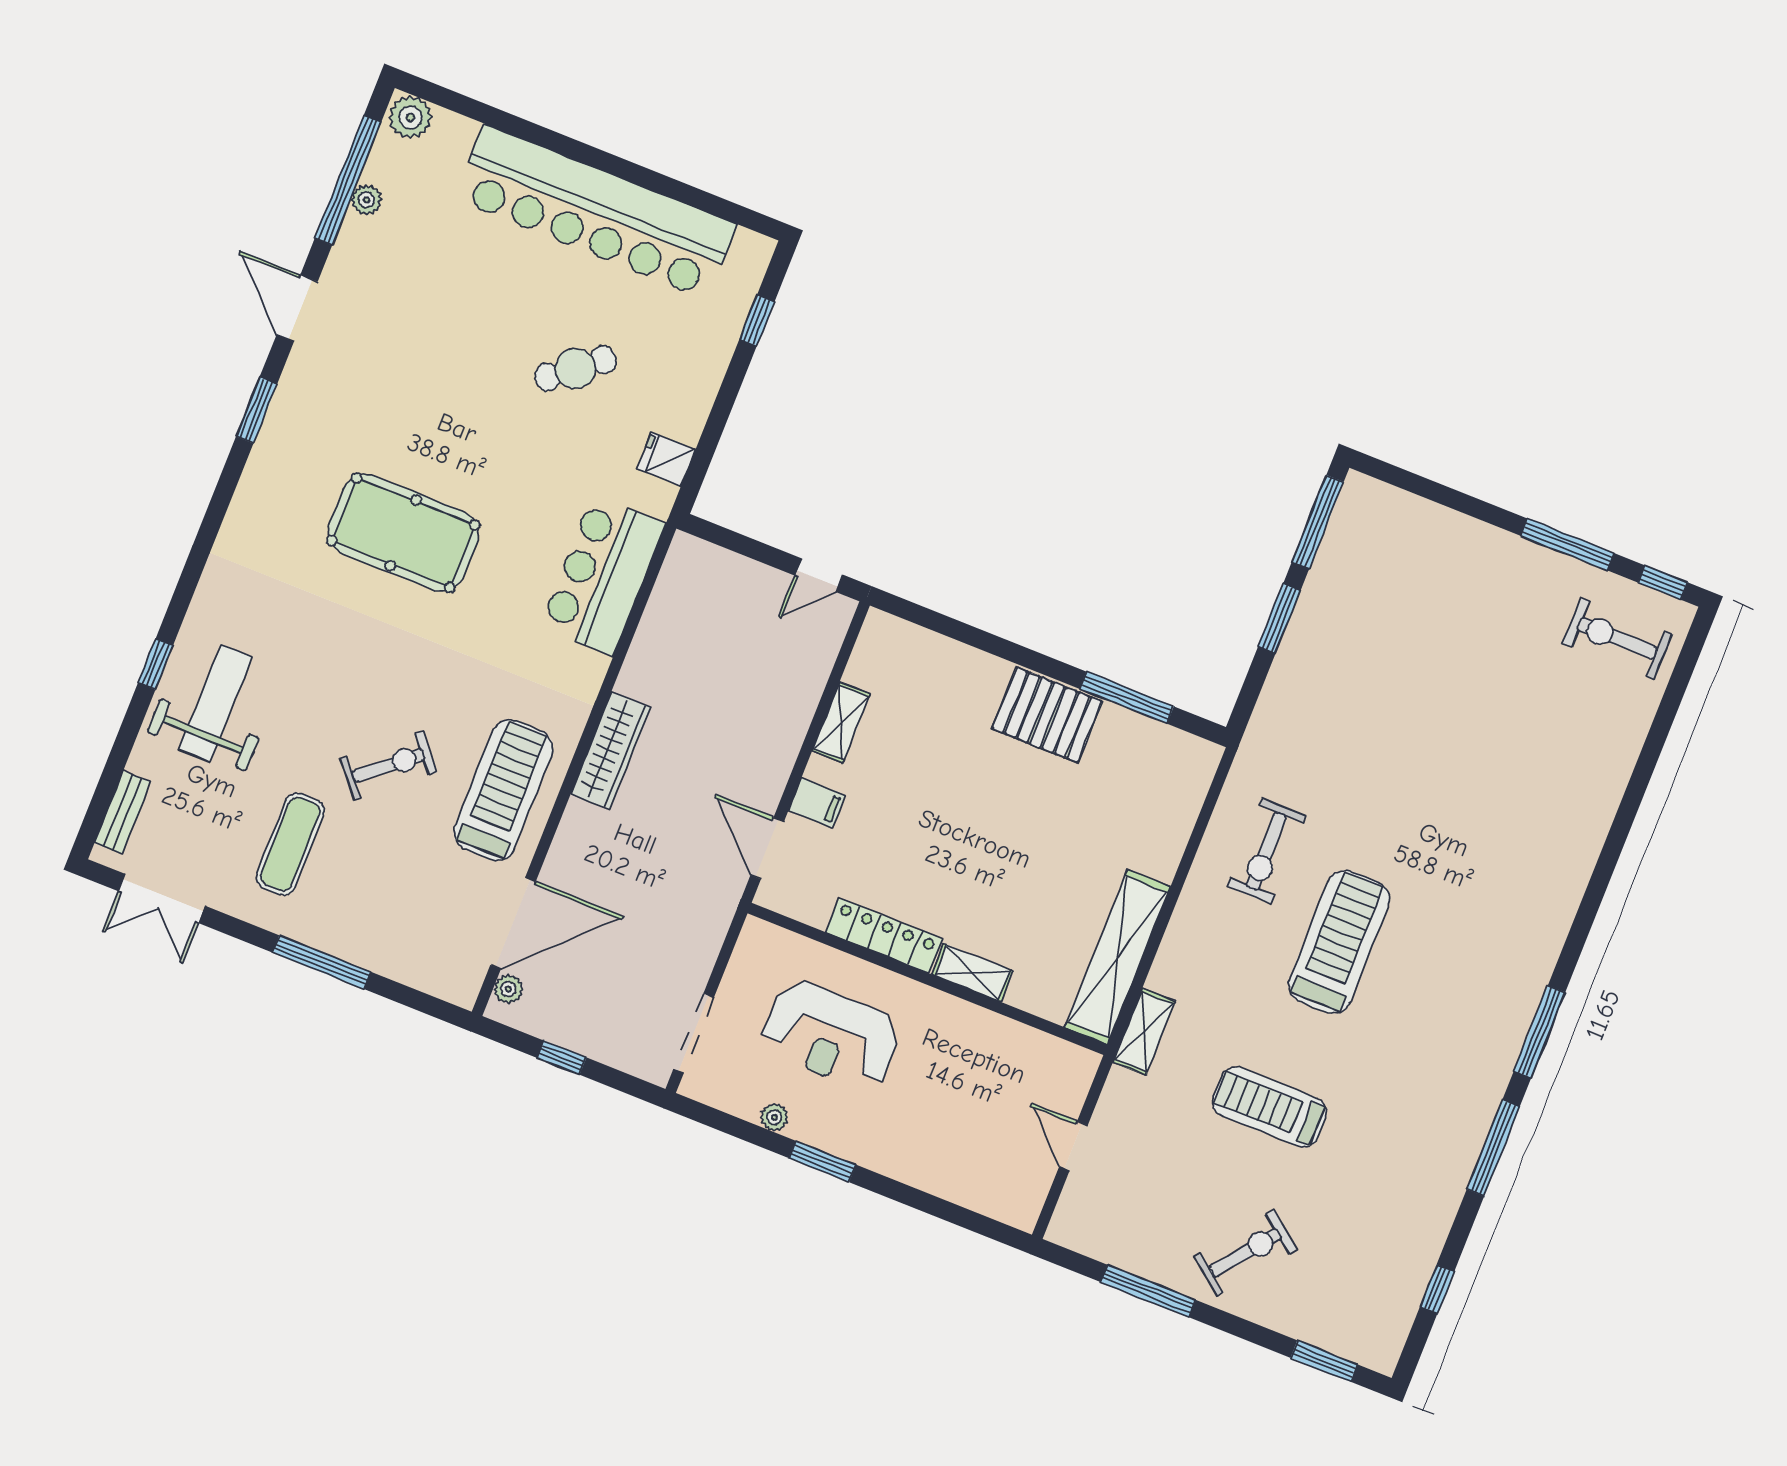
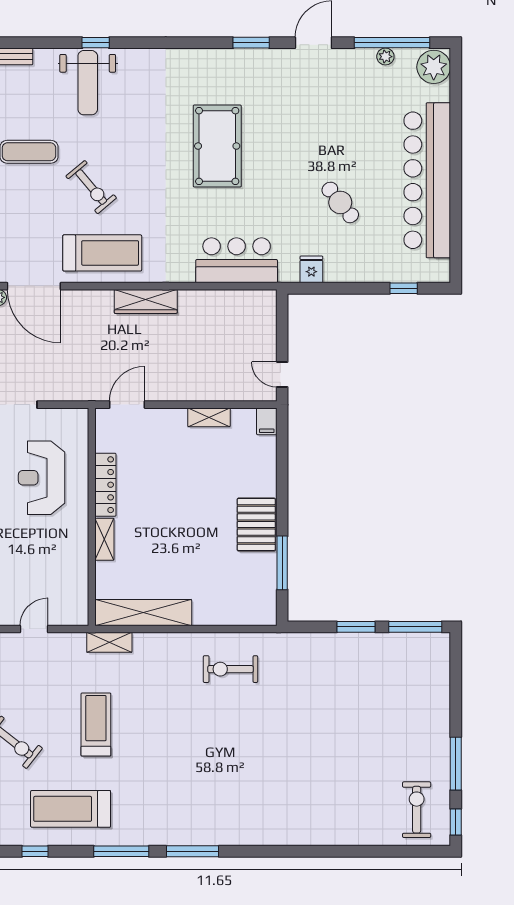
plant: (410, 117) -> (434, 67), width x1.36, depth x1.36
weight bench: (216, 703) -> (88, 83), turned 90
filing cabinet: (817, 803) -> (267, 421), moved
treadmill: (1339, 942) -> (71, 809), moved, turned 180

